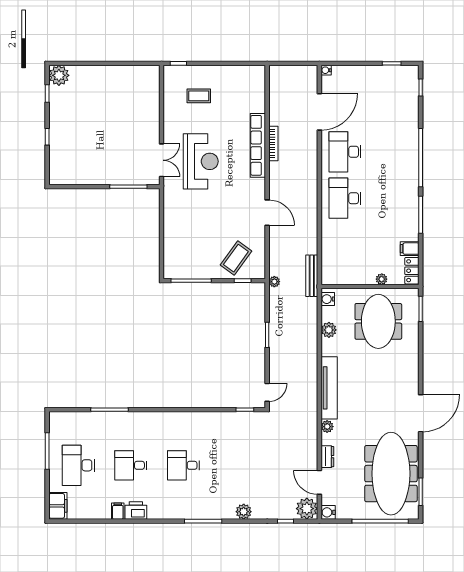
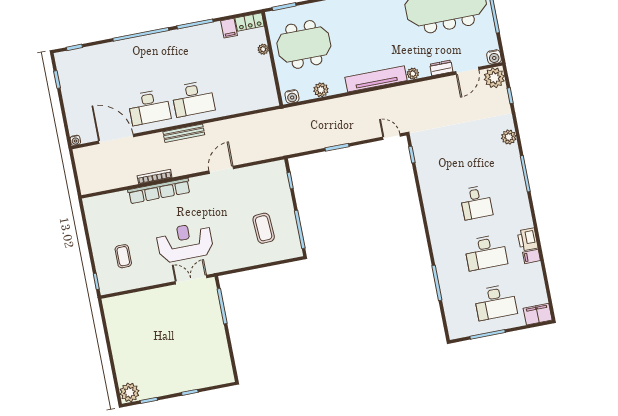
coffee table: (236, 258) -> (264, 228), moved, turned 51
bench: (312, 276) -> (184, 133), moved
plant: (274, 282) -> (285, 150), removed
desk: (131, 465) -> (486, 252), width x1.37

